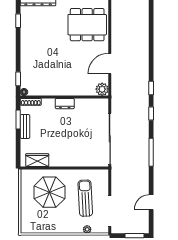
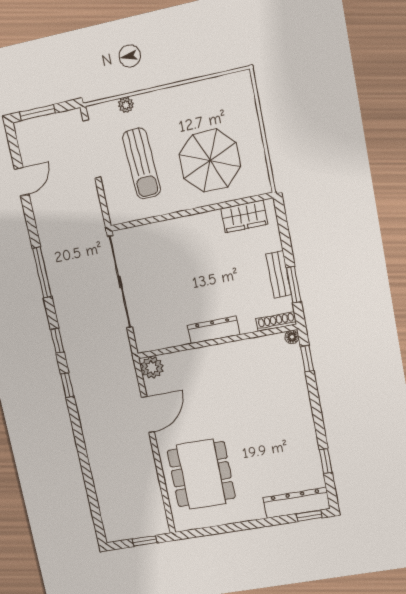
dining table: (87, 25) -> (201, 474), turned 90
dresser: (65, 104) -> (214, 330), width x1.44

